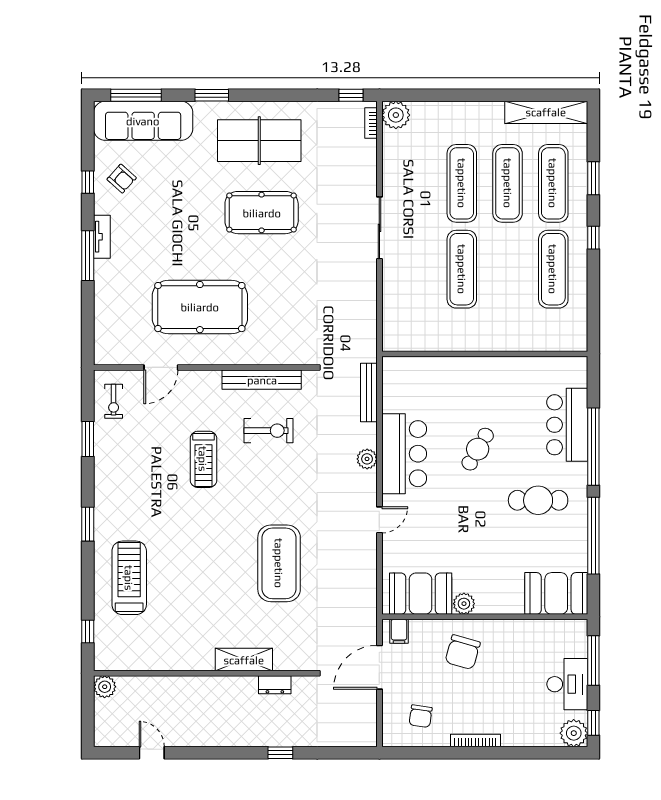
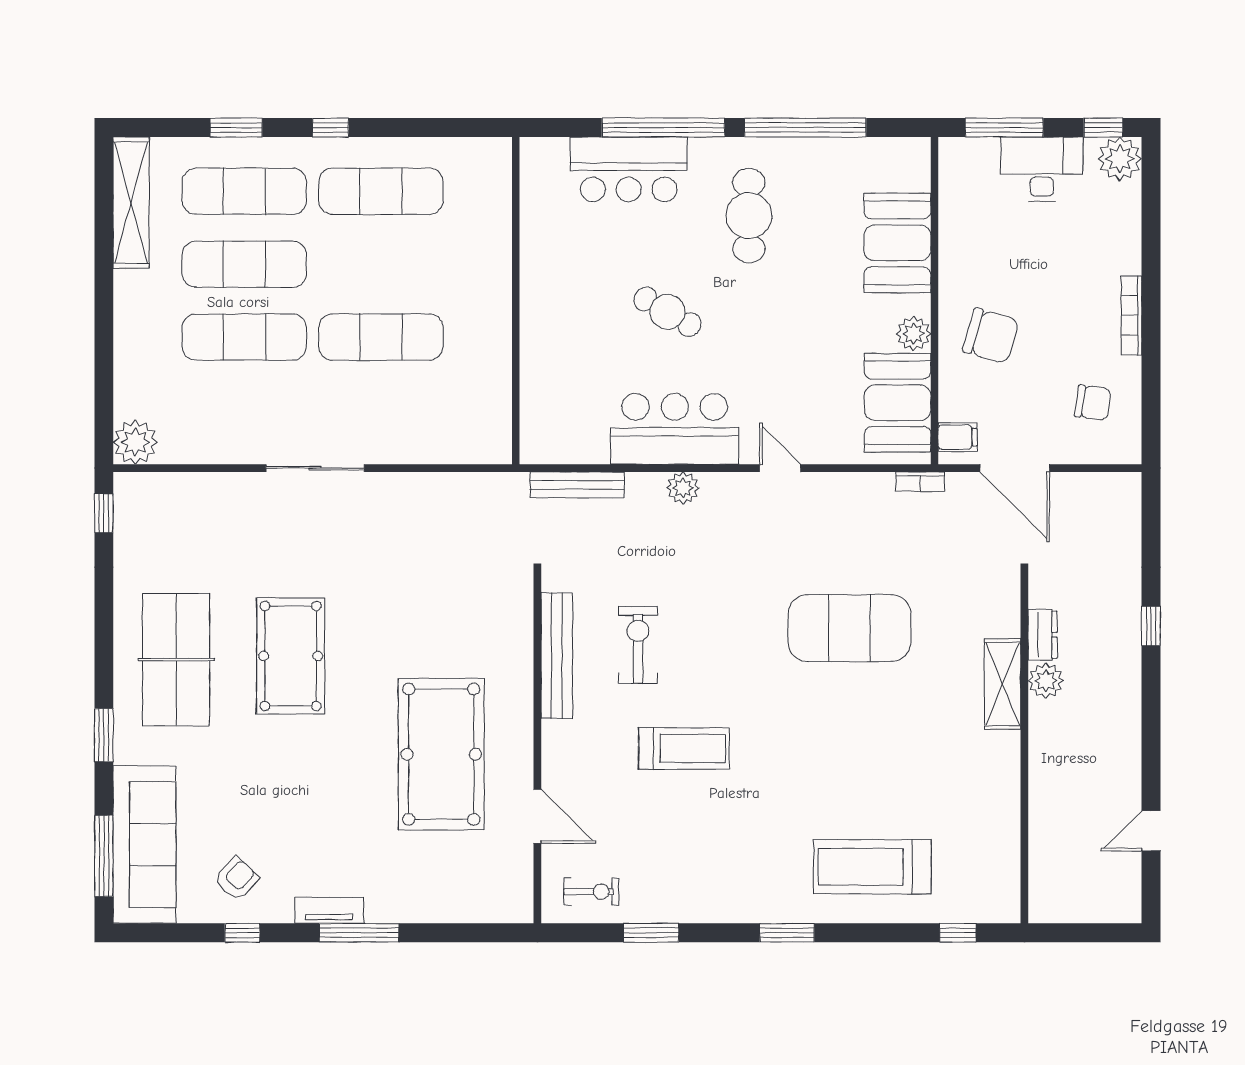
bookcase: (371, 123) -> (920, 482), moved
booth: (556, 593) -> (897, 243), moved
plant: (105, 687) -> (1046, 681), moved

